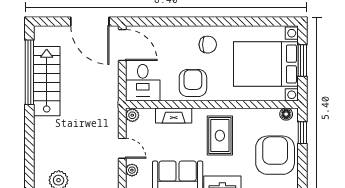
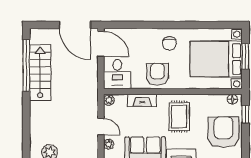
chair: (208, 45) -> (169, 43), turned 90

